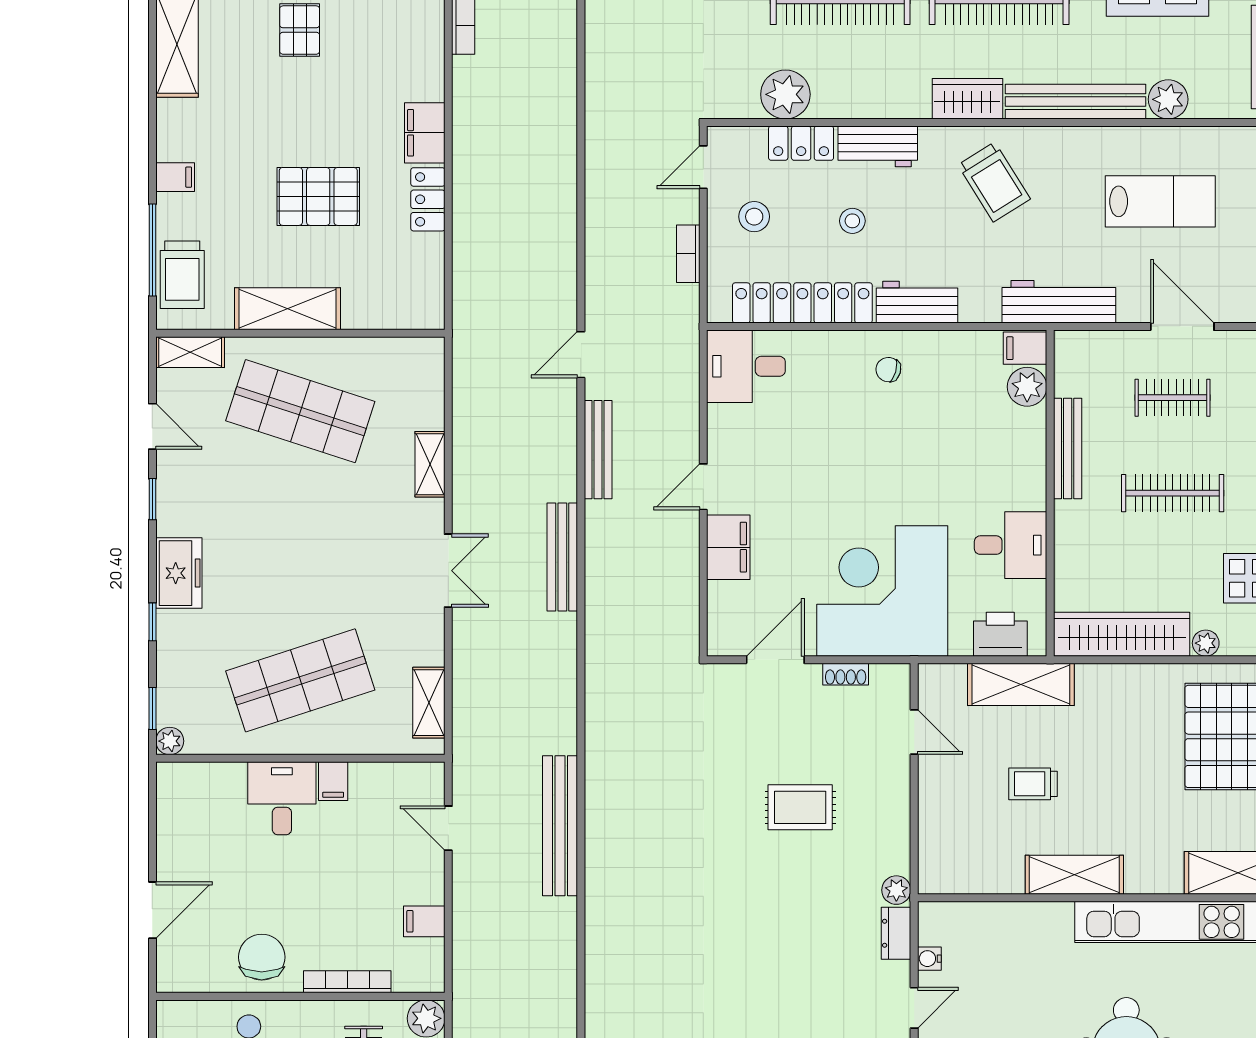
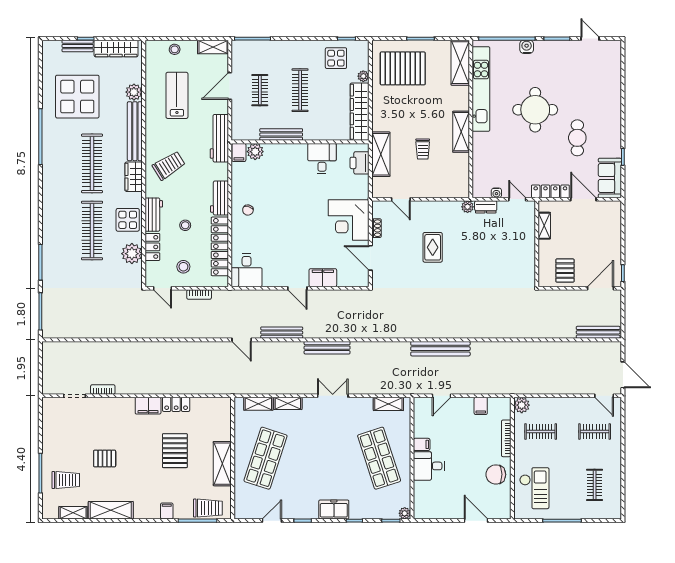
display table: (865, 85) -> (128, 220), added
shelving: (190, 352) -> (258, 404), moved, turned 90
corner desk: (882, 591) -> (349, 220), width x0.74, depth x0.74
door: (914, 732) -> (401, 199), swing flipped

